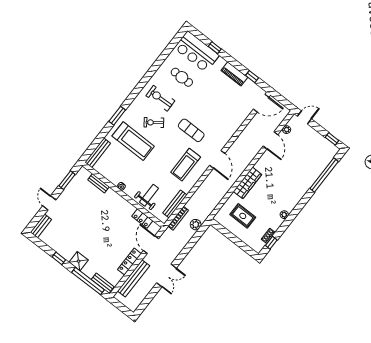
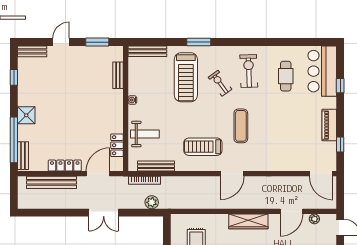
wardrobe: (248, 183) -> (248, 221), moved
window: (59, 258) -> (14, 77), moved
double door: (167, 275) -> (104, 213), moved

